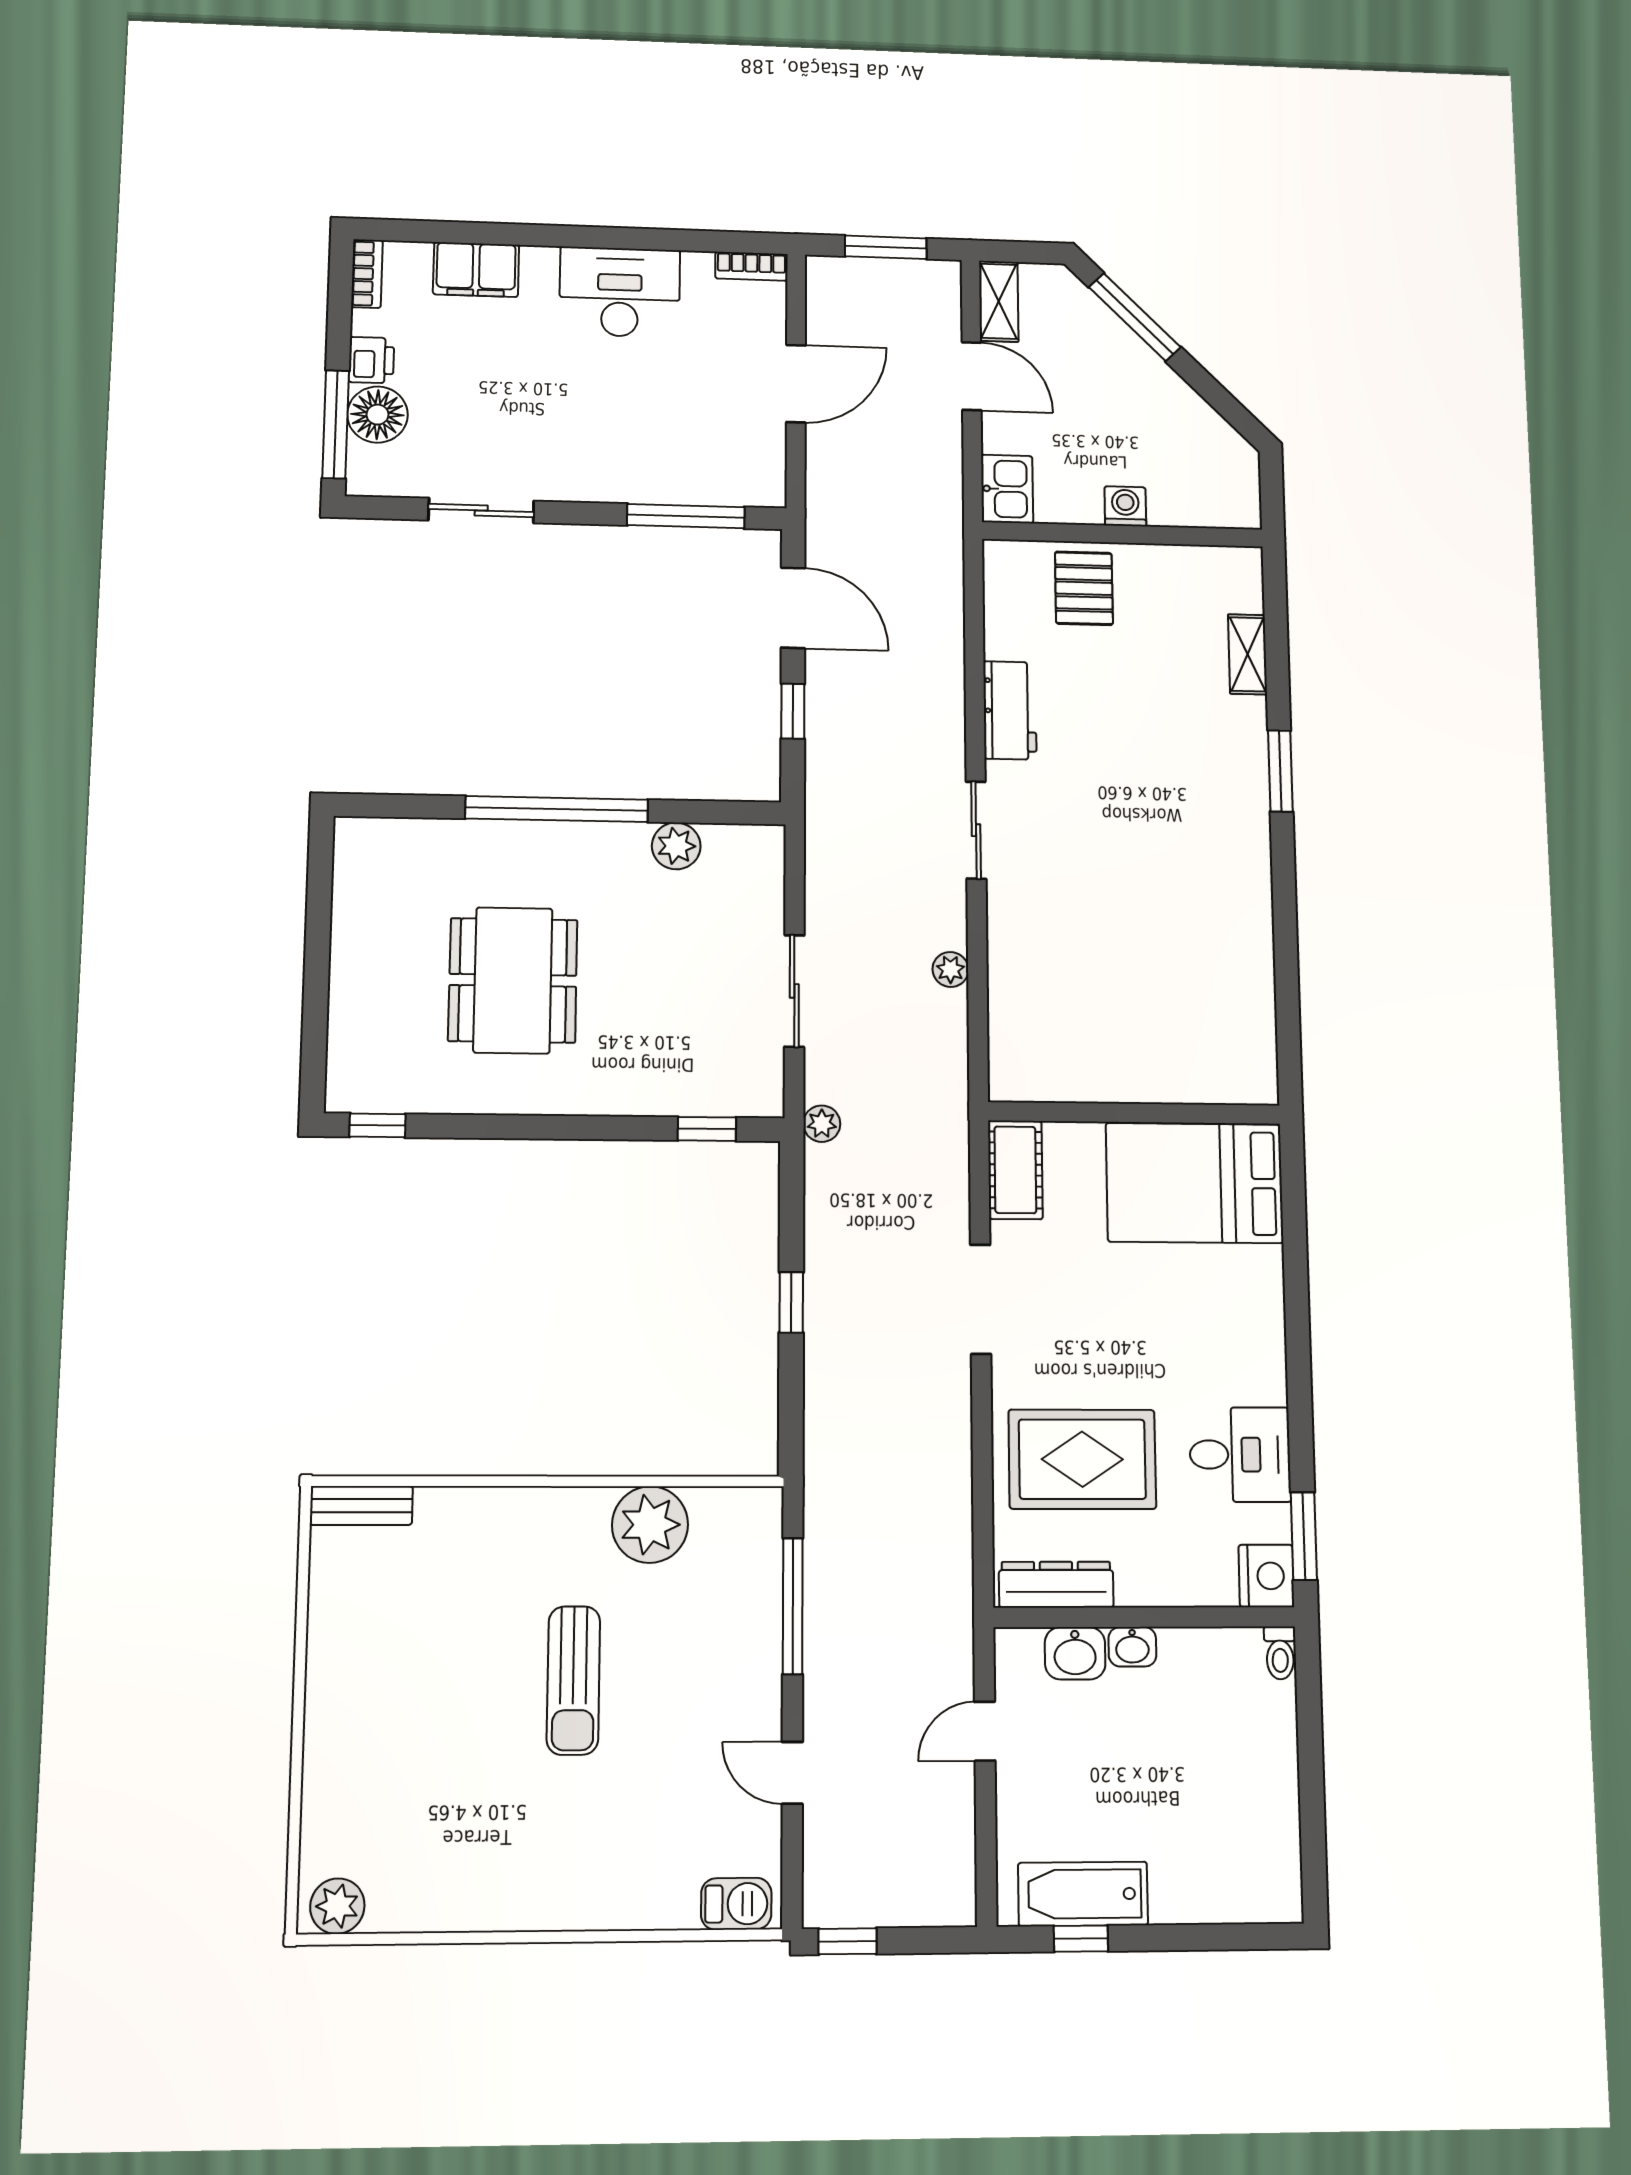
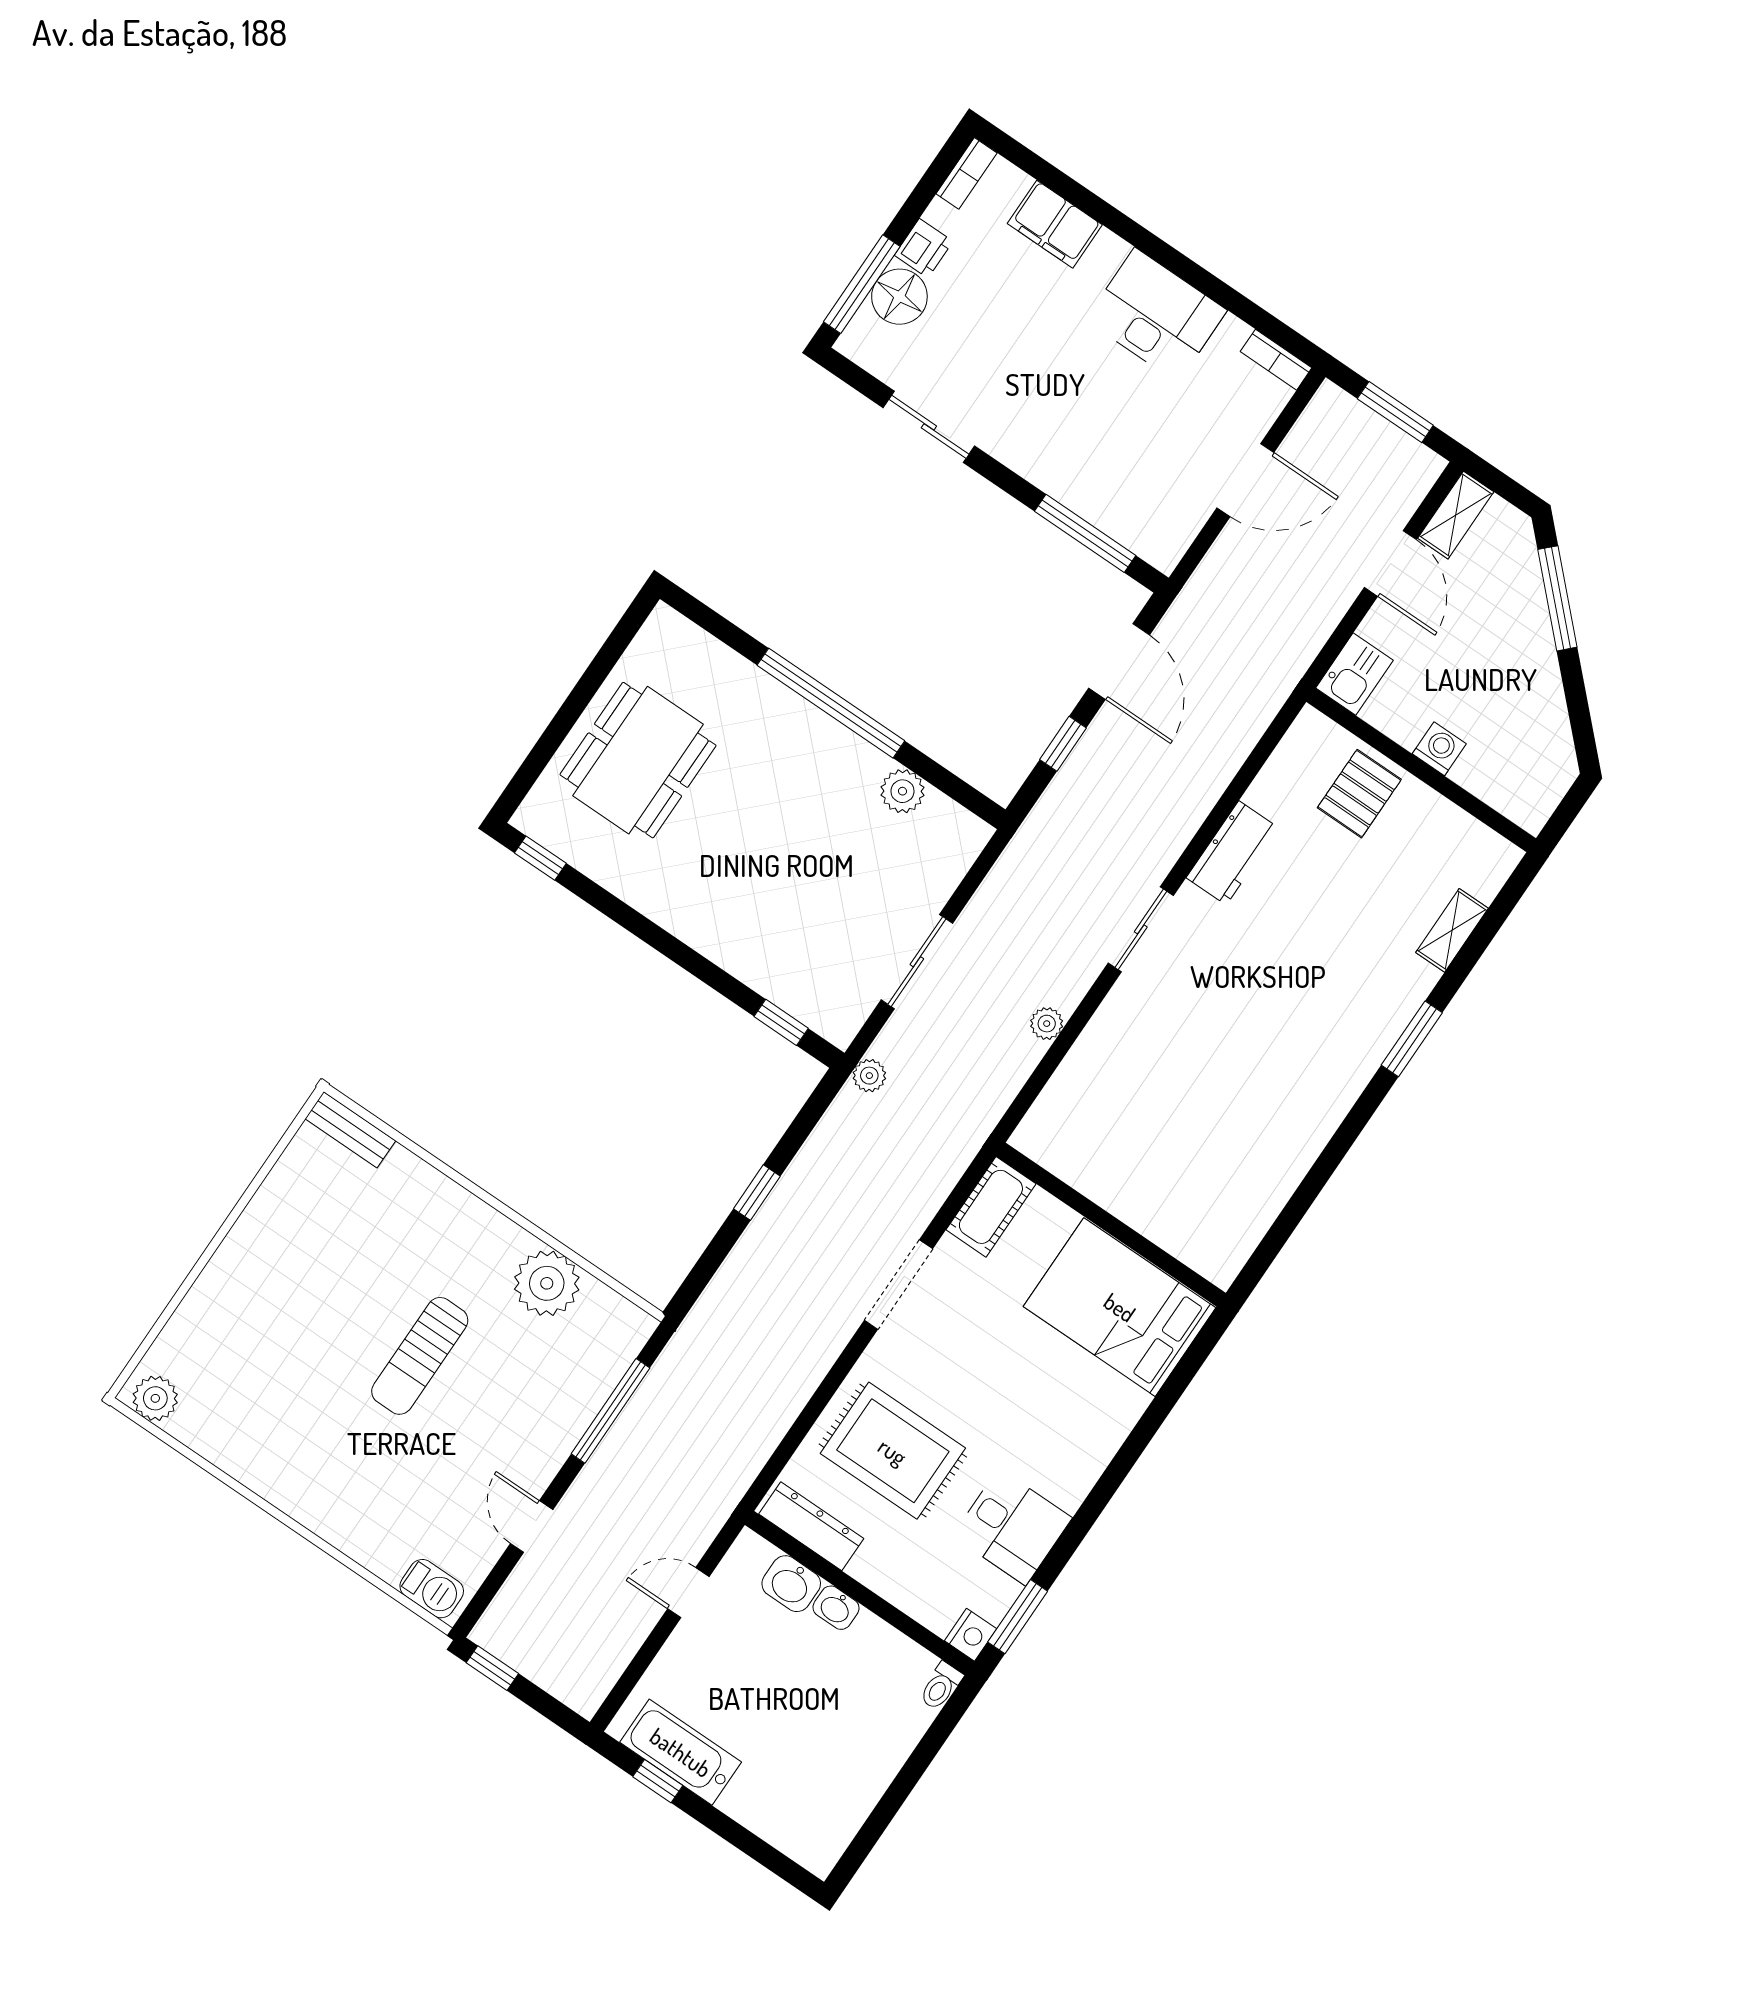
dining table: (513, 980) -> (638, 760), moved
nightstand: (1266, 1576) -> (971, 1635), width x0.74, depth x0.75

